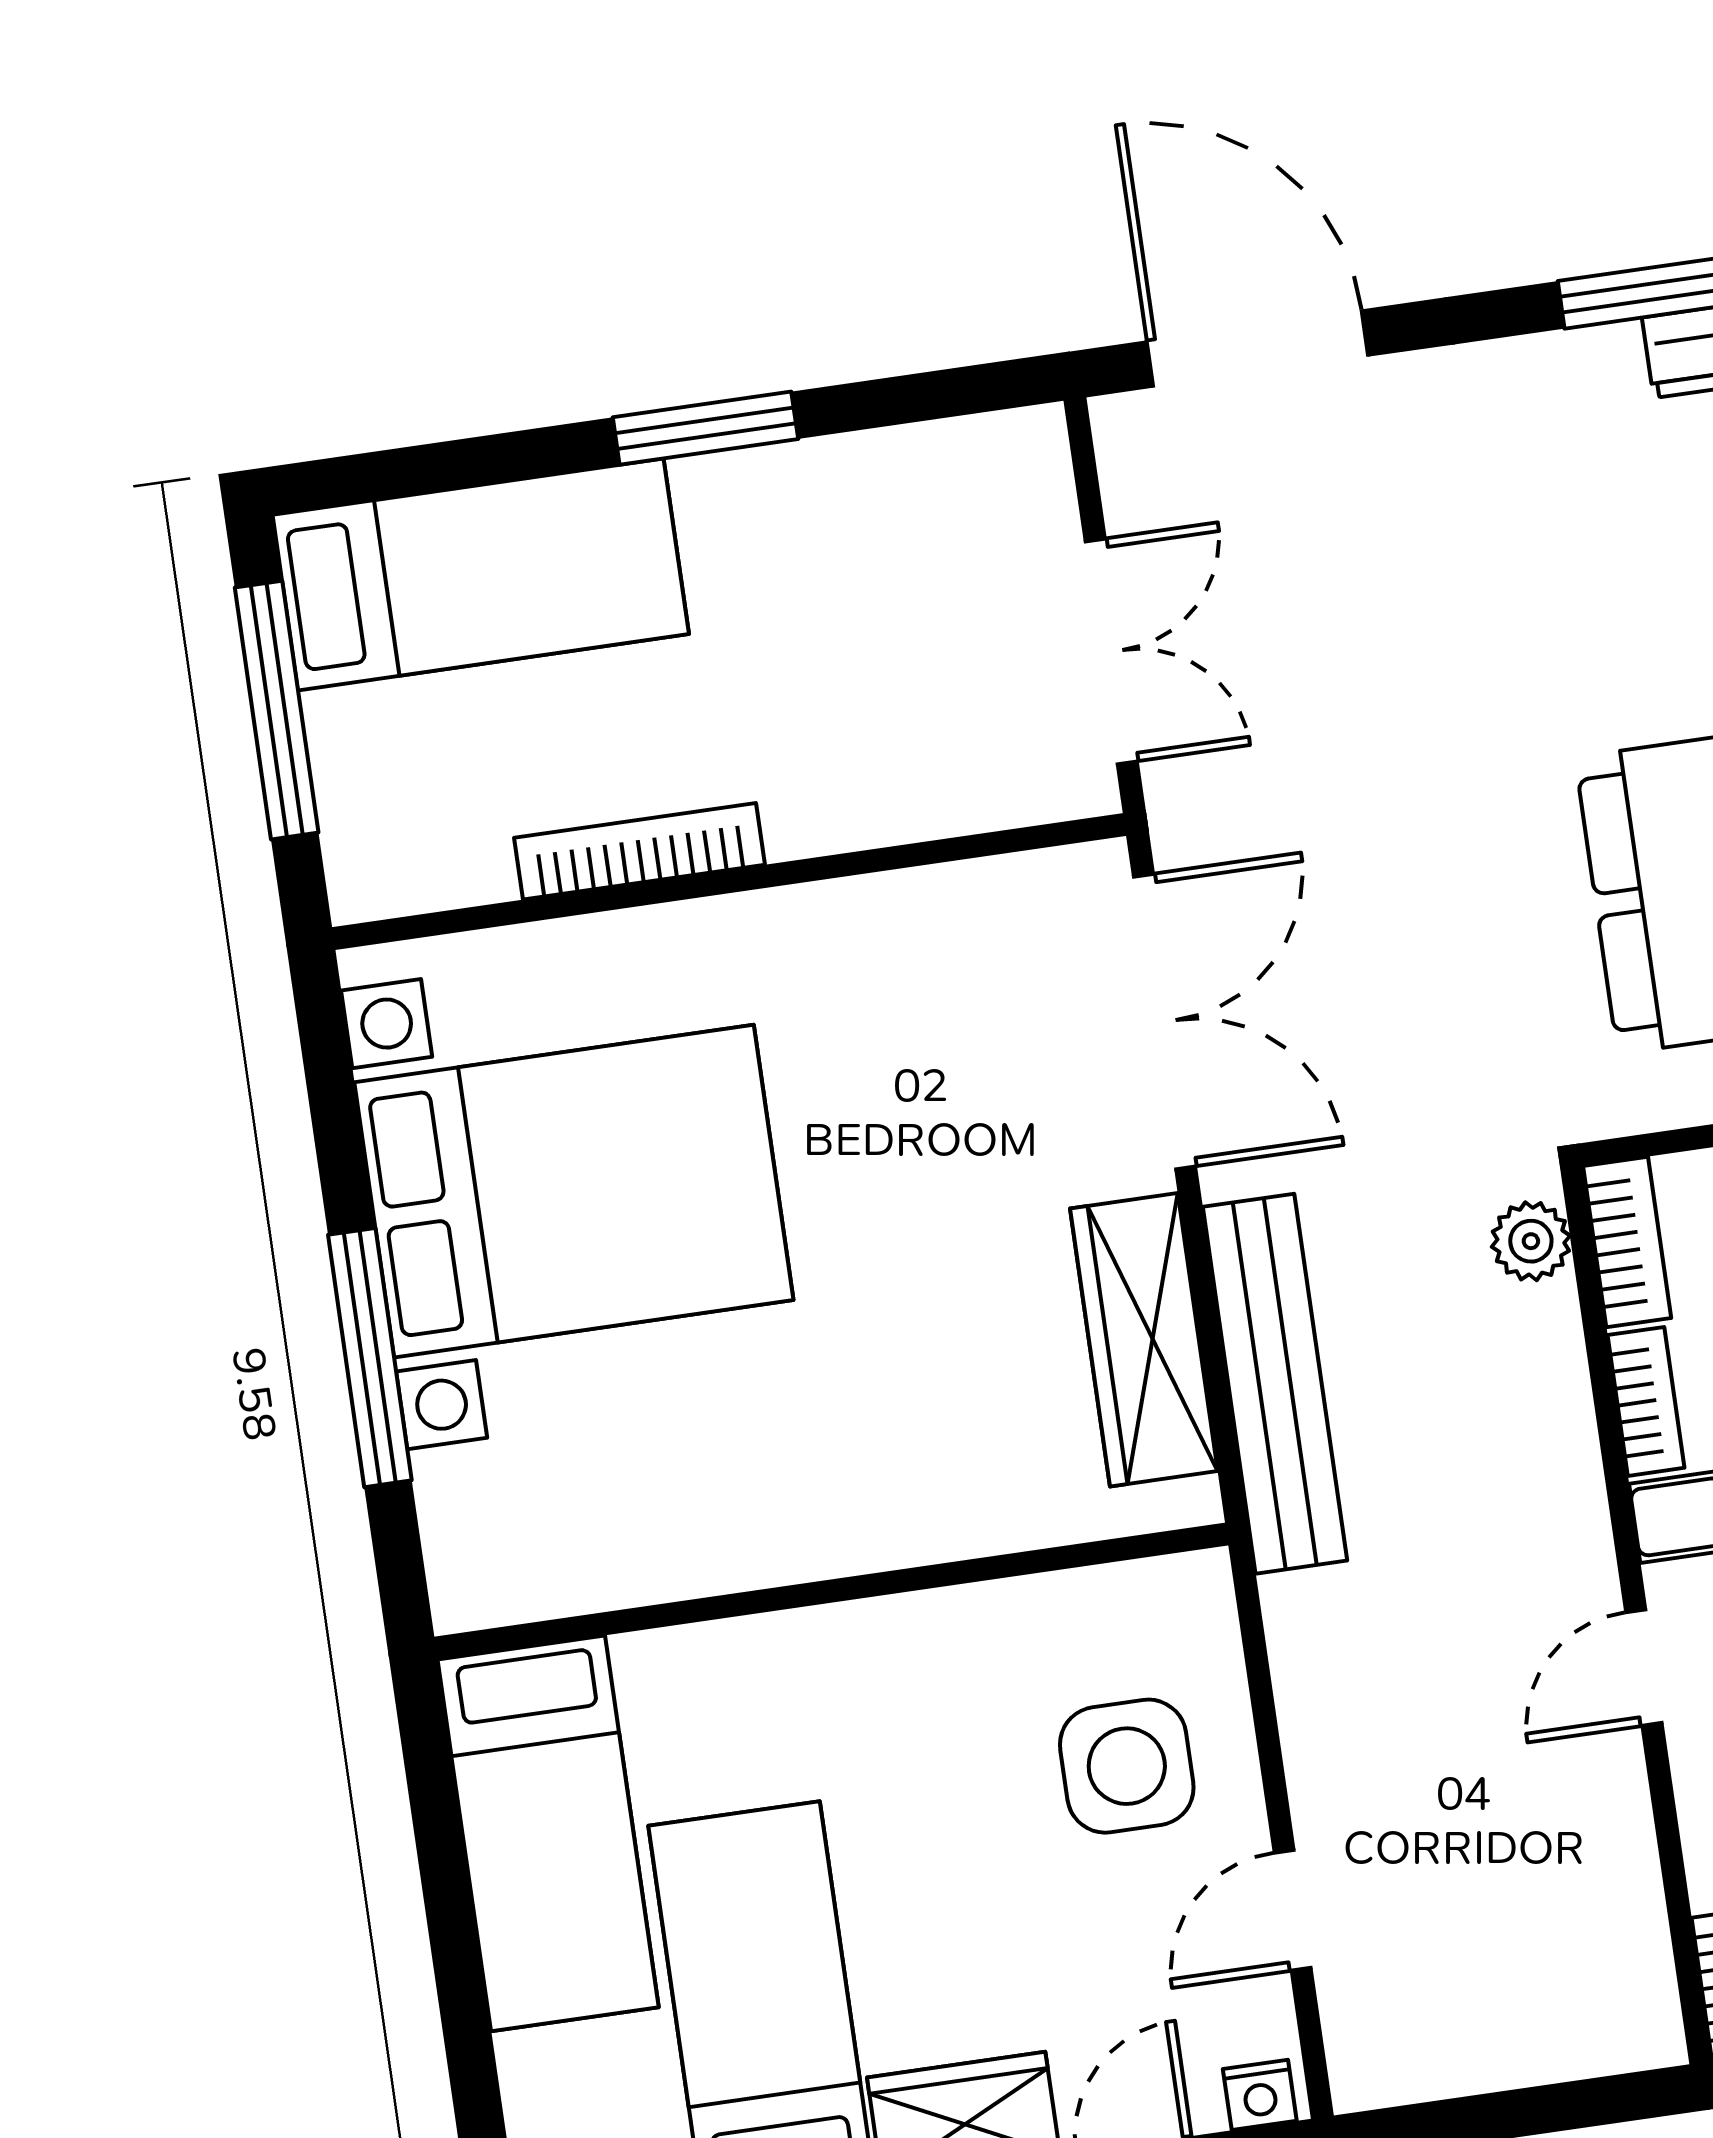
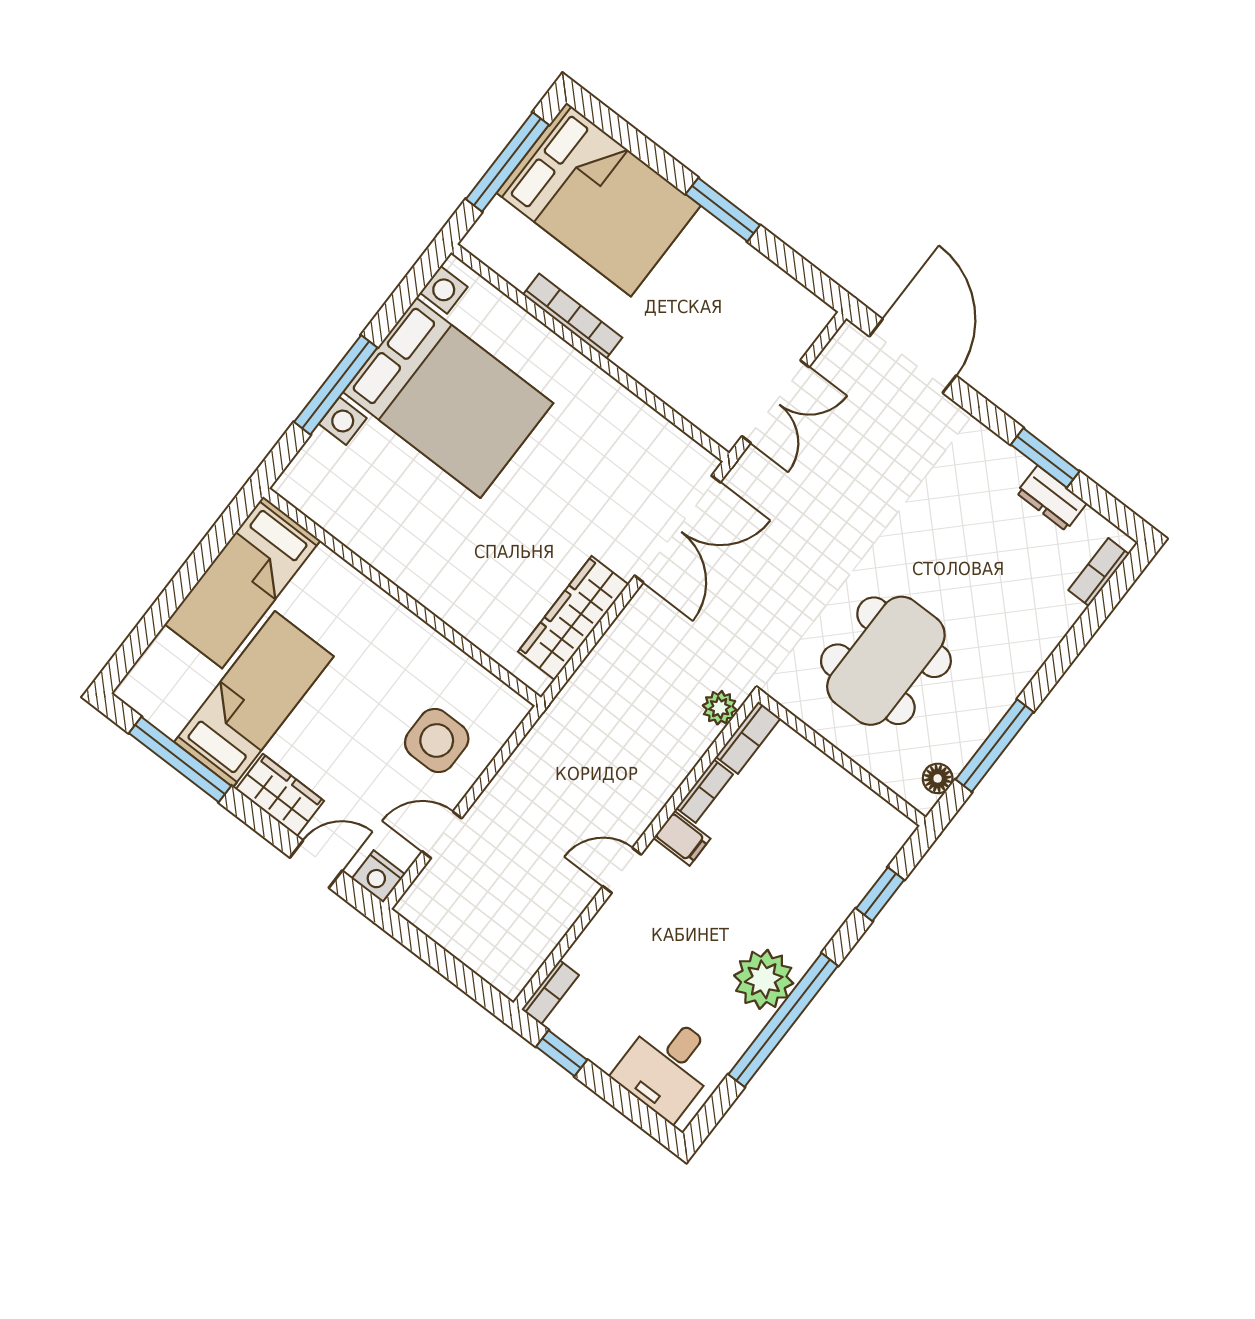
bed: (481, 574) -> (599, 199), width x1.50
bench: (1275, 1384) -> (599, 672), removed
nightstand: (1260, 2095) -> (378, 876), width x1.39, depth x1.35

